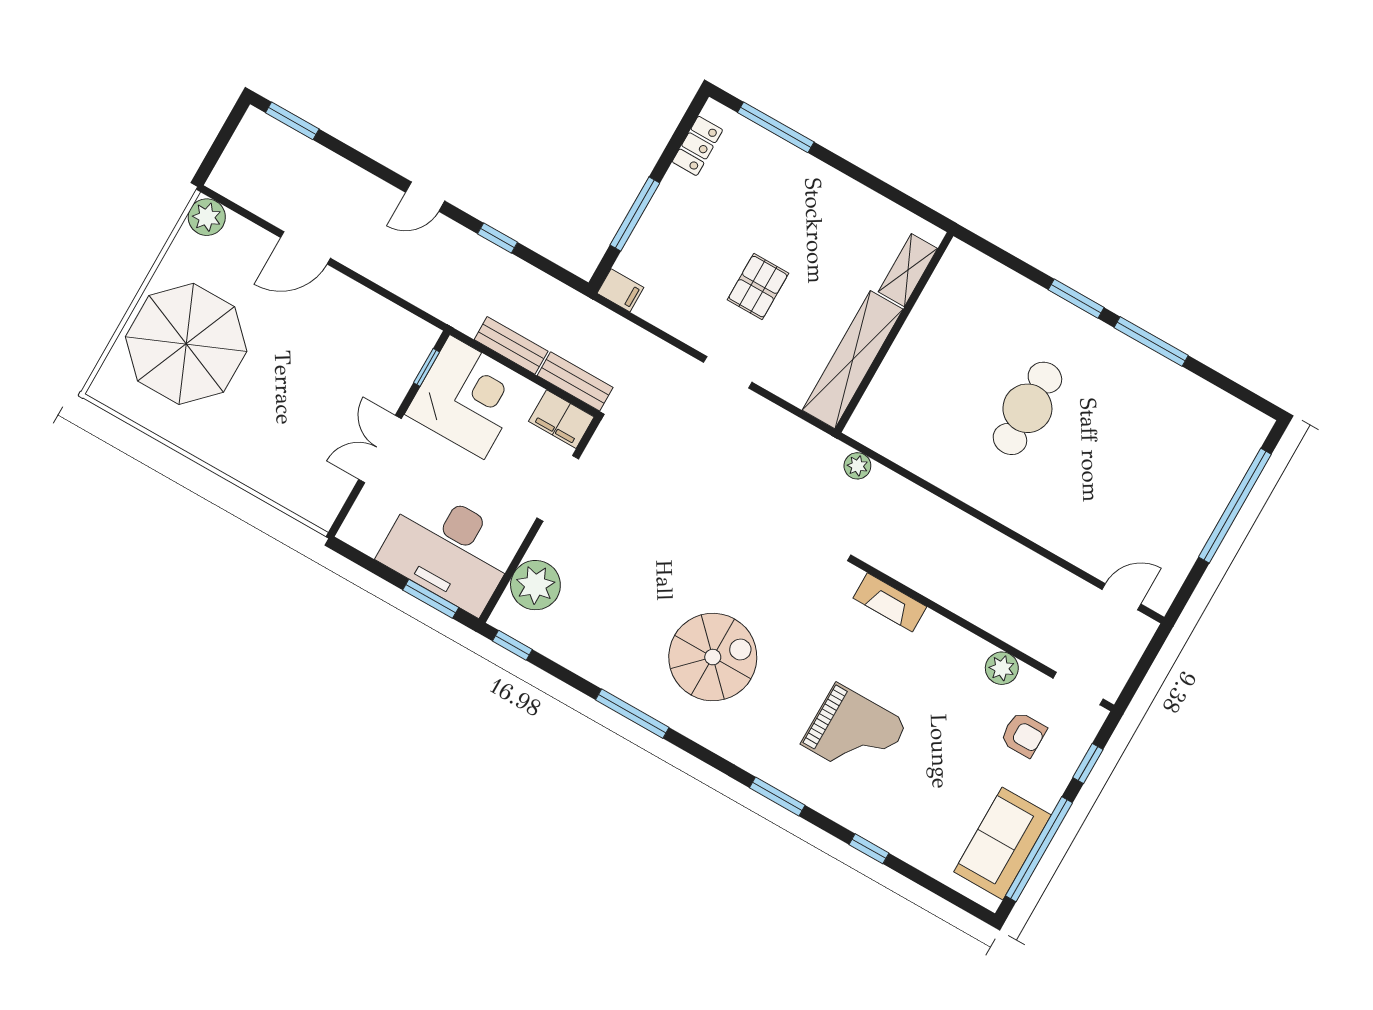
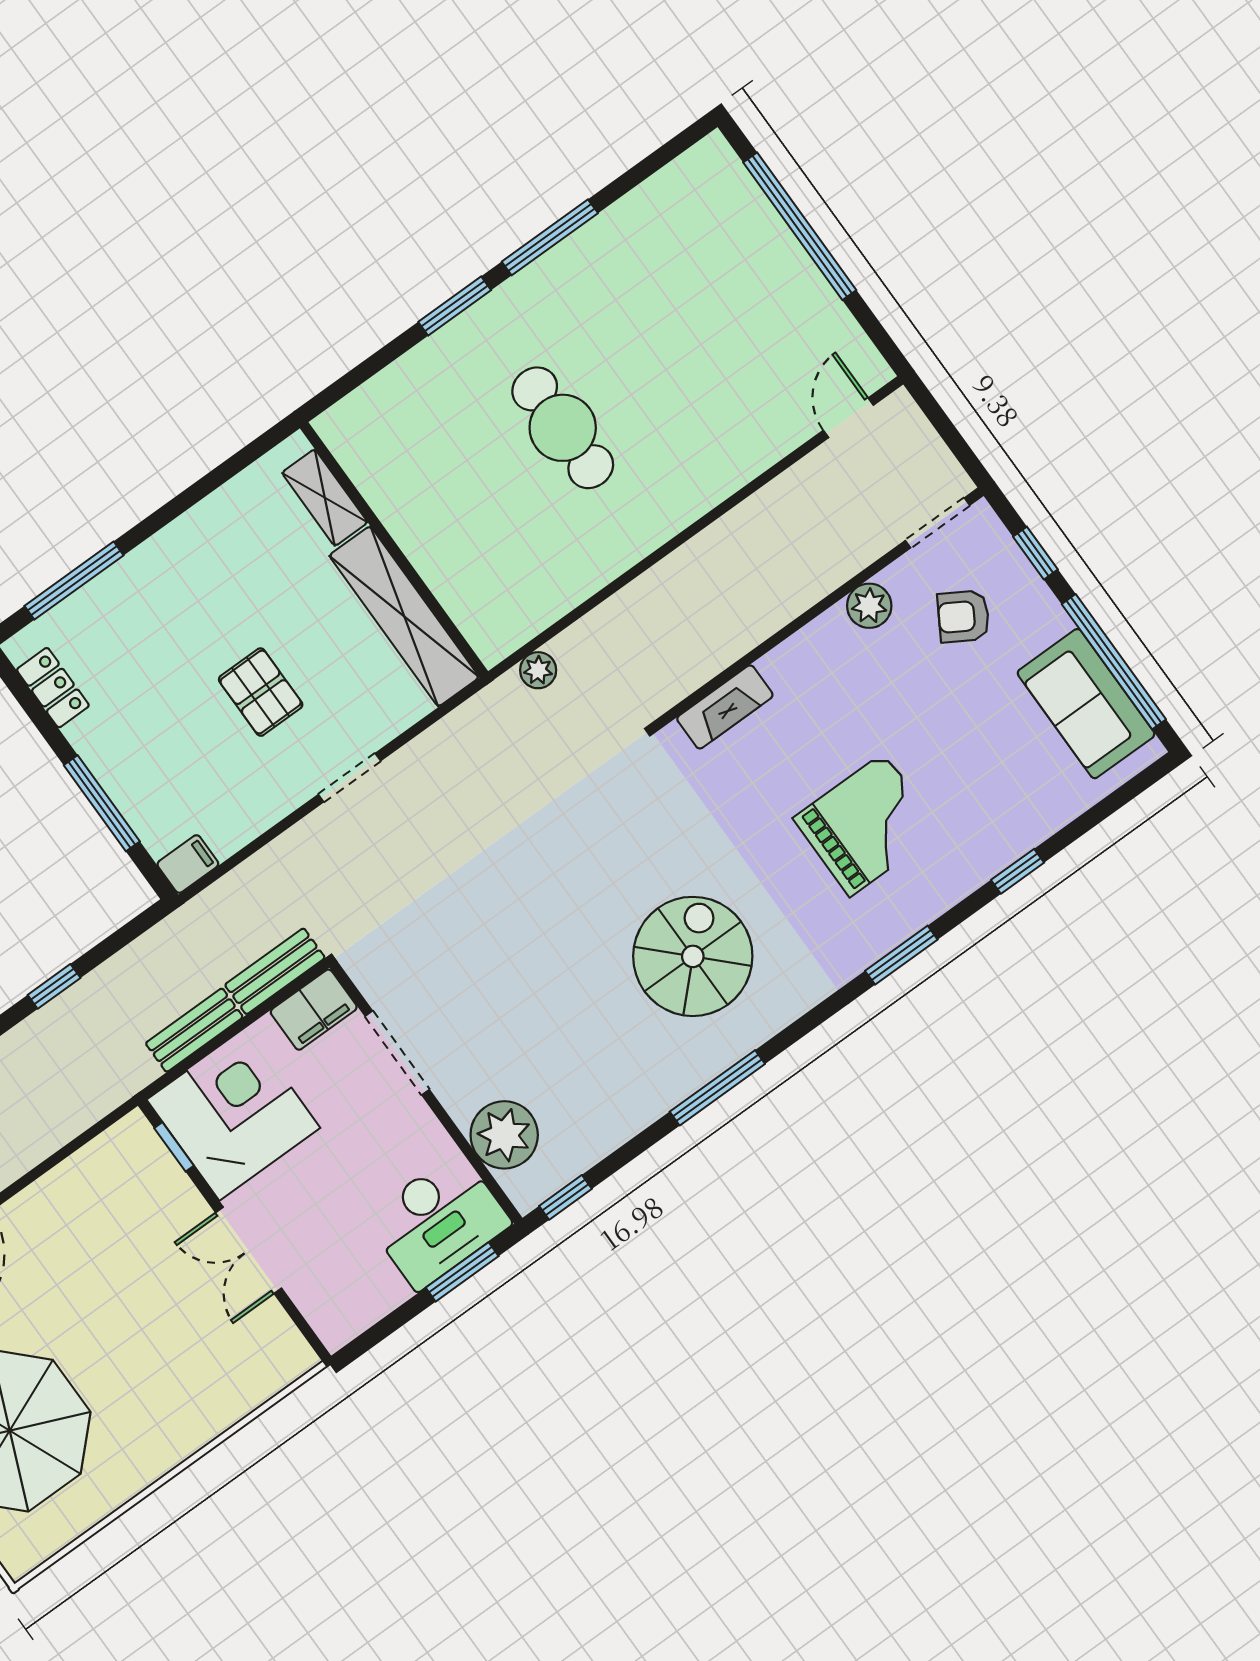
desk: (449, 550) -> (438, 1221), width x0.73, depth x0.77
armchair: (1023, 735) -> (963, 616), turned -149

